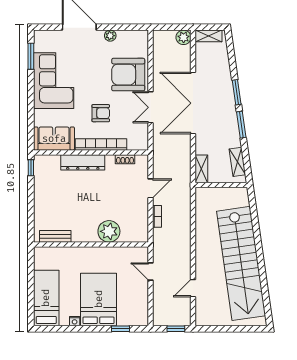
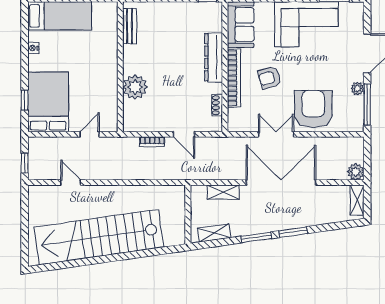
window: (124, 27) -> (367, 105), added
armchair: (101, 113) -> (269, 78), turned 75
shelving: (201, 169) -> (223, 192), moved
bed: (99, 299) -> (48, 102), moved, turned -90

